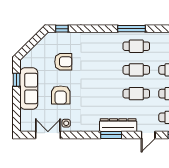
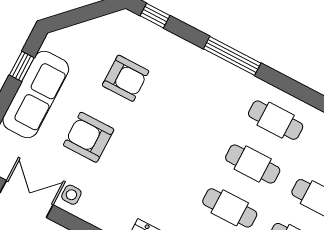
window: (131, 29) -> (232, 56), moved
armchair: (61, 95) -> (89, 137), turned 90

